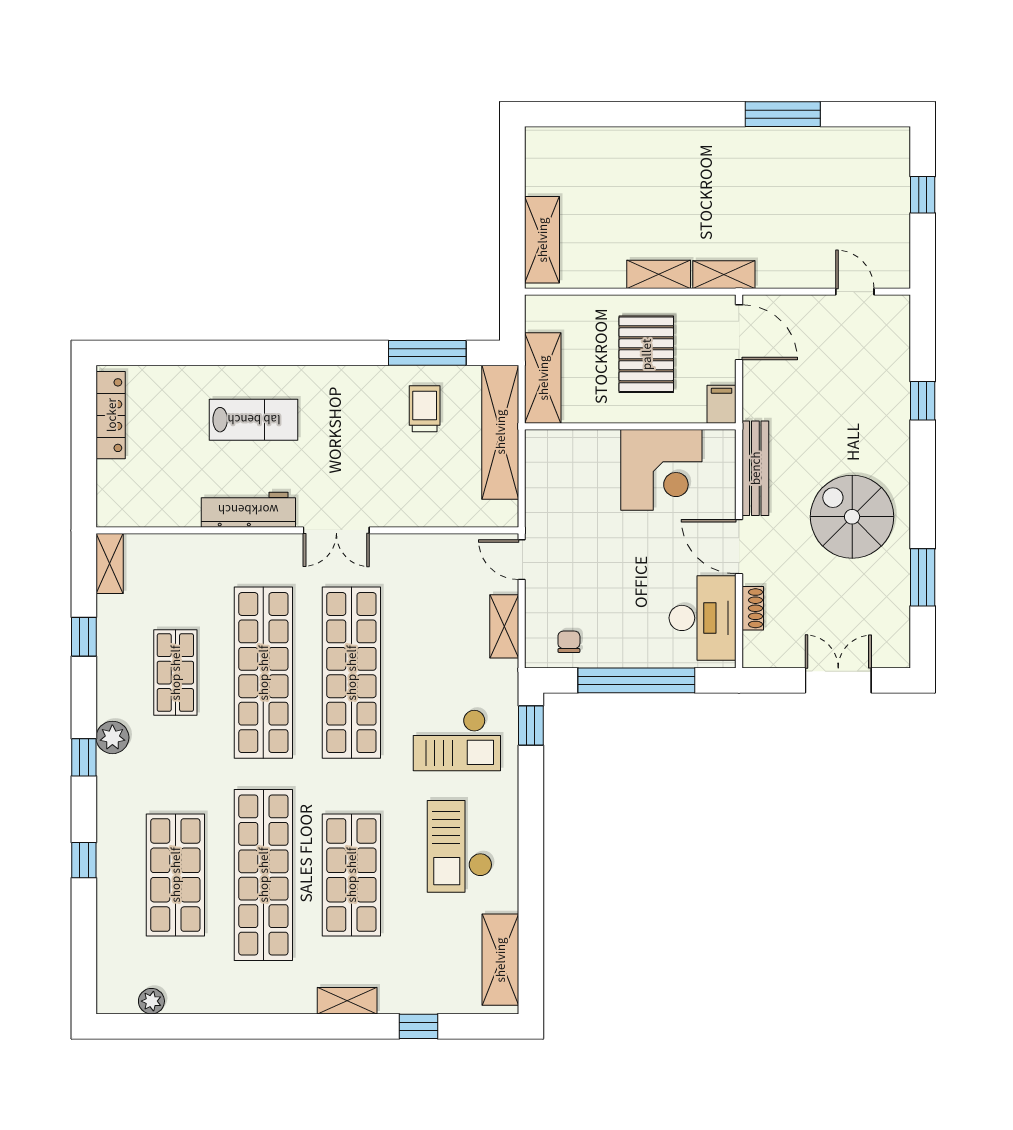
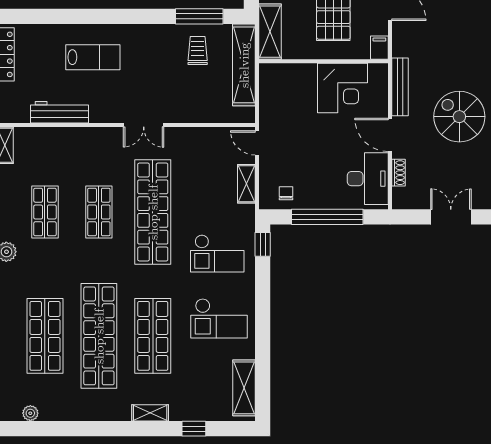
workbench: (248, 510) -> (60, 112), moved
shop shelf: (263, 673) -> (99, 212), width x0.50, depth x0.74
checkout: (460, 846) -> (219, 318), turned -90

